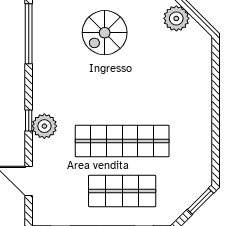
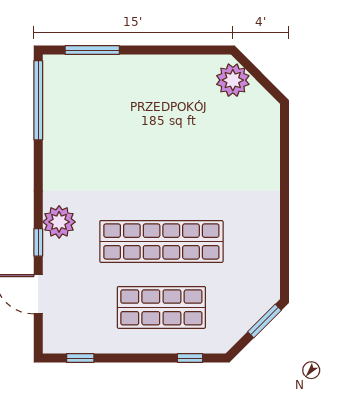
spiral stairs: (105, 33) -> (138, 99), removed
window: (29, 121) -> (38, 242), moved

